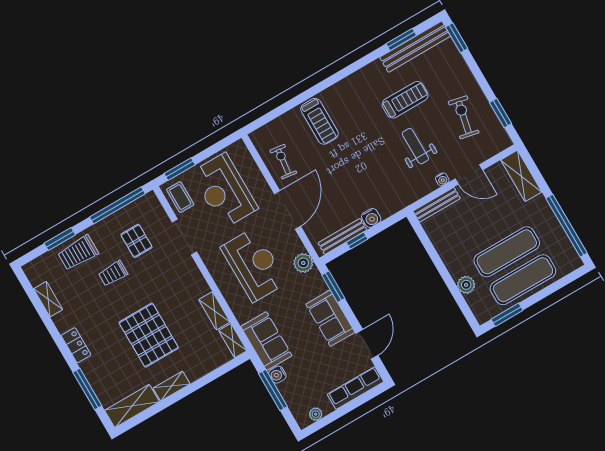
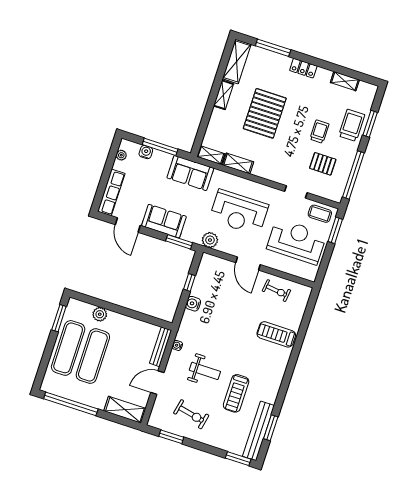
water cooler: (442, 179) -> (177, 345), moved
door: (287, 210) -> (248, 264), width x0.73
bench: (342, 236) -> (201, 277), removed
doorway: (184, 237) -> (296, 192), width x0.73
pallet: (149, 335) -> (265, 113), turned 90
water cooler: (277, 375) -> (146, 152), moved

